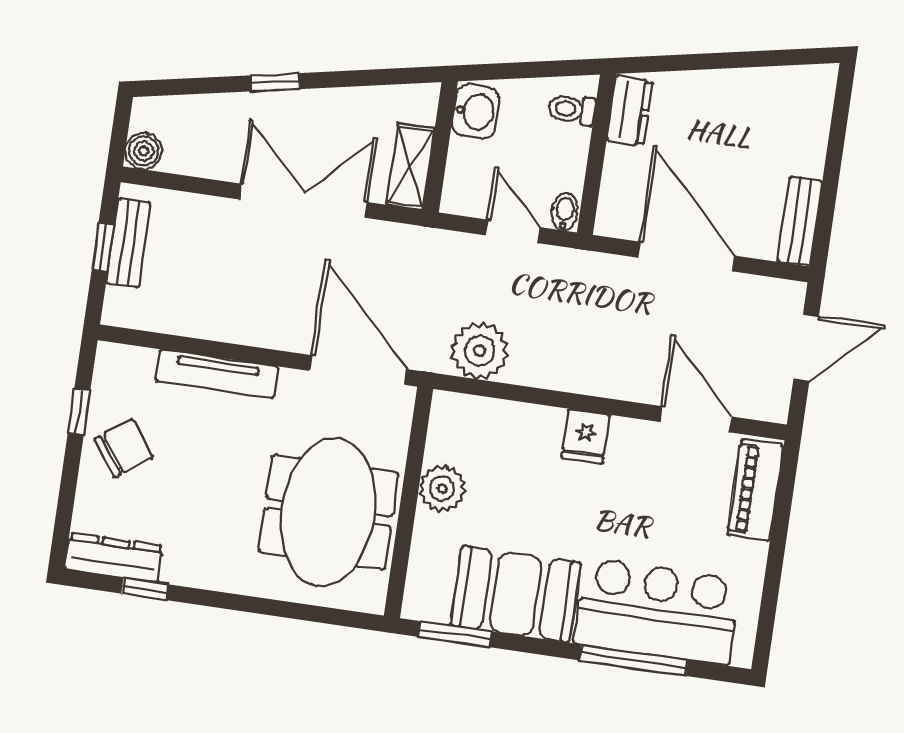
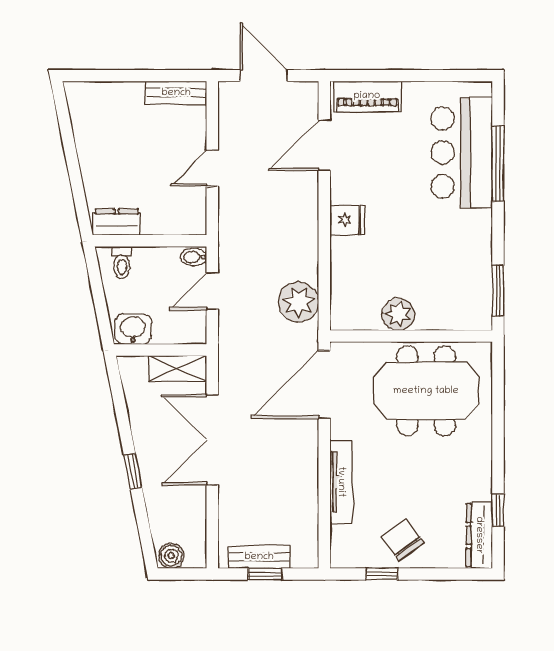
boiler: (144, 151) -> (171, 556), moved
door: (686, 257) -> (212, 168), width x0.53
booth: (516, 594) -> (464, 252), removed

